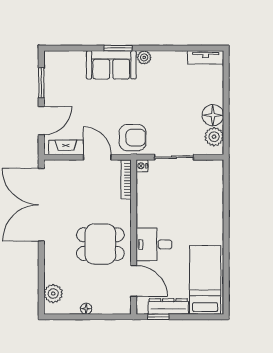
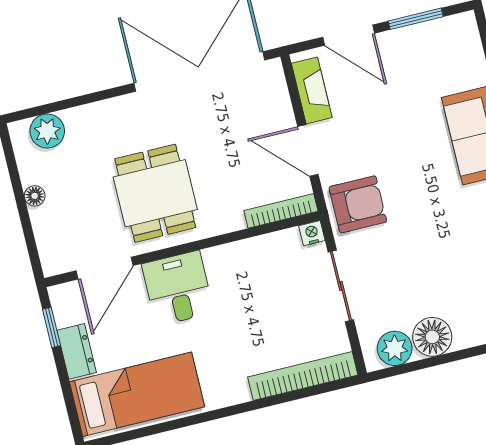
armchair: (133, 138) -> (358, 204), turned -90
door: (97, 157) -> (308, 150), swing flipped
bookcase: (217, 189) -> (303, 376), added
dresser: (168, 306) -> (77, 351), width x0.70

